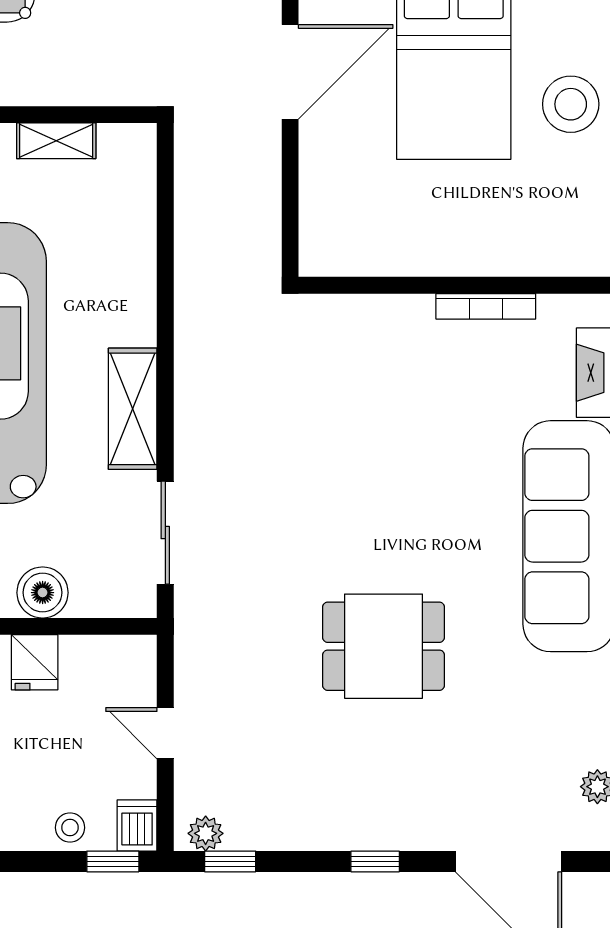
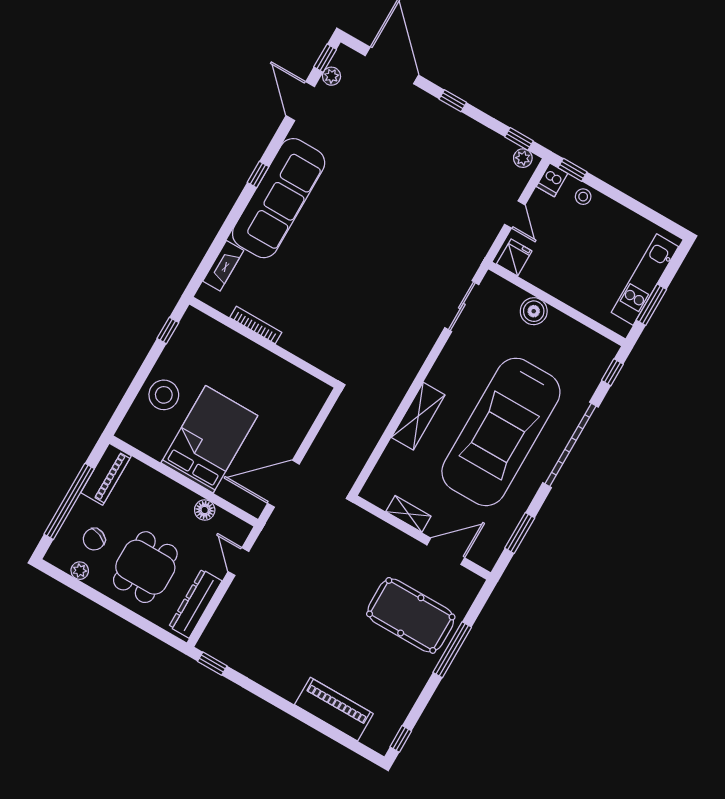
shelving: (133, 409) -> (418, 416), moved
dining table: (384, 646) -> (392, 197), removed
fridge: (35, 662) -> (514, 257), moved

